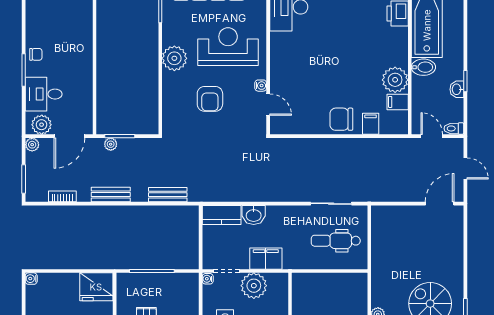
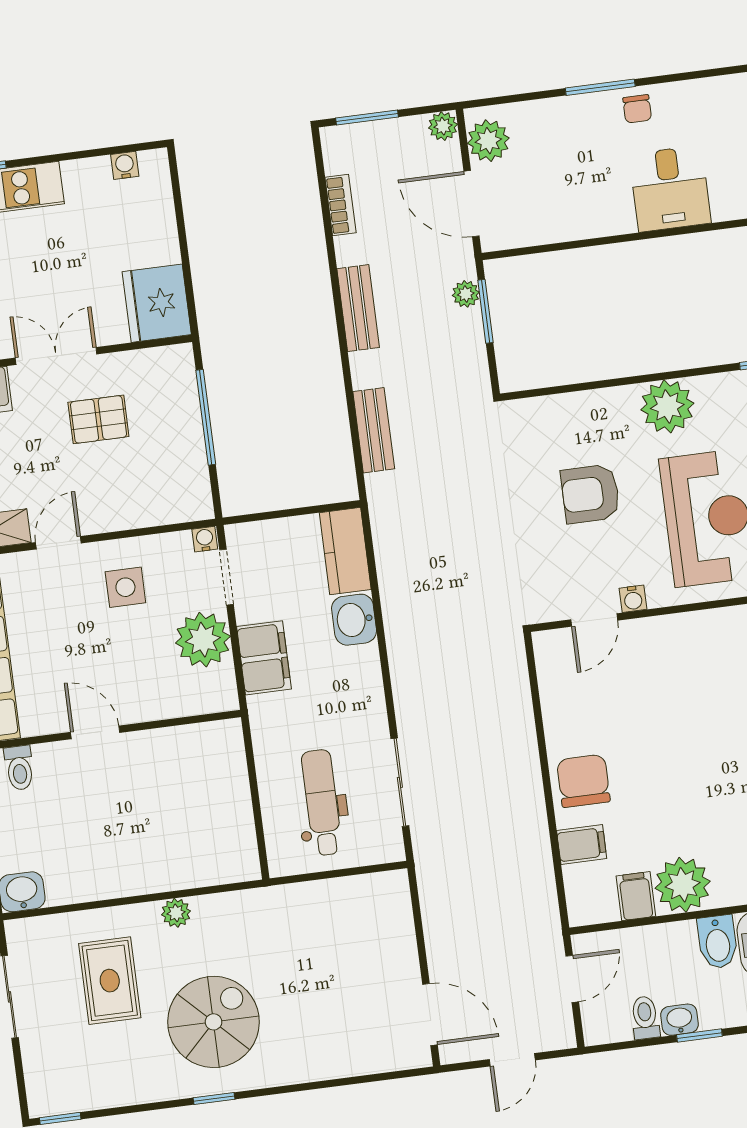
desk: (44, 94) -> (670, 189), moved, turned 180
toilet: (454, 128) -> (645, 1018), moved
water cooler: (31, 279) -> (125, 165), moved

